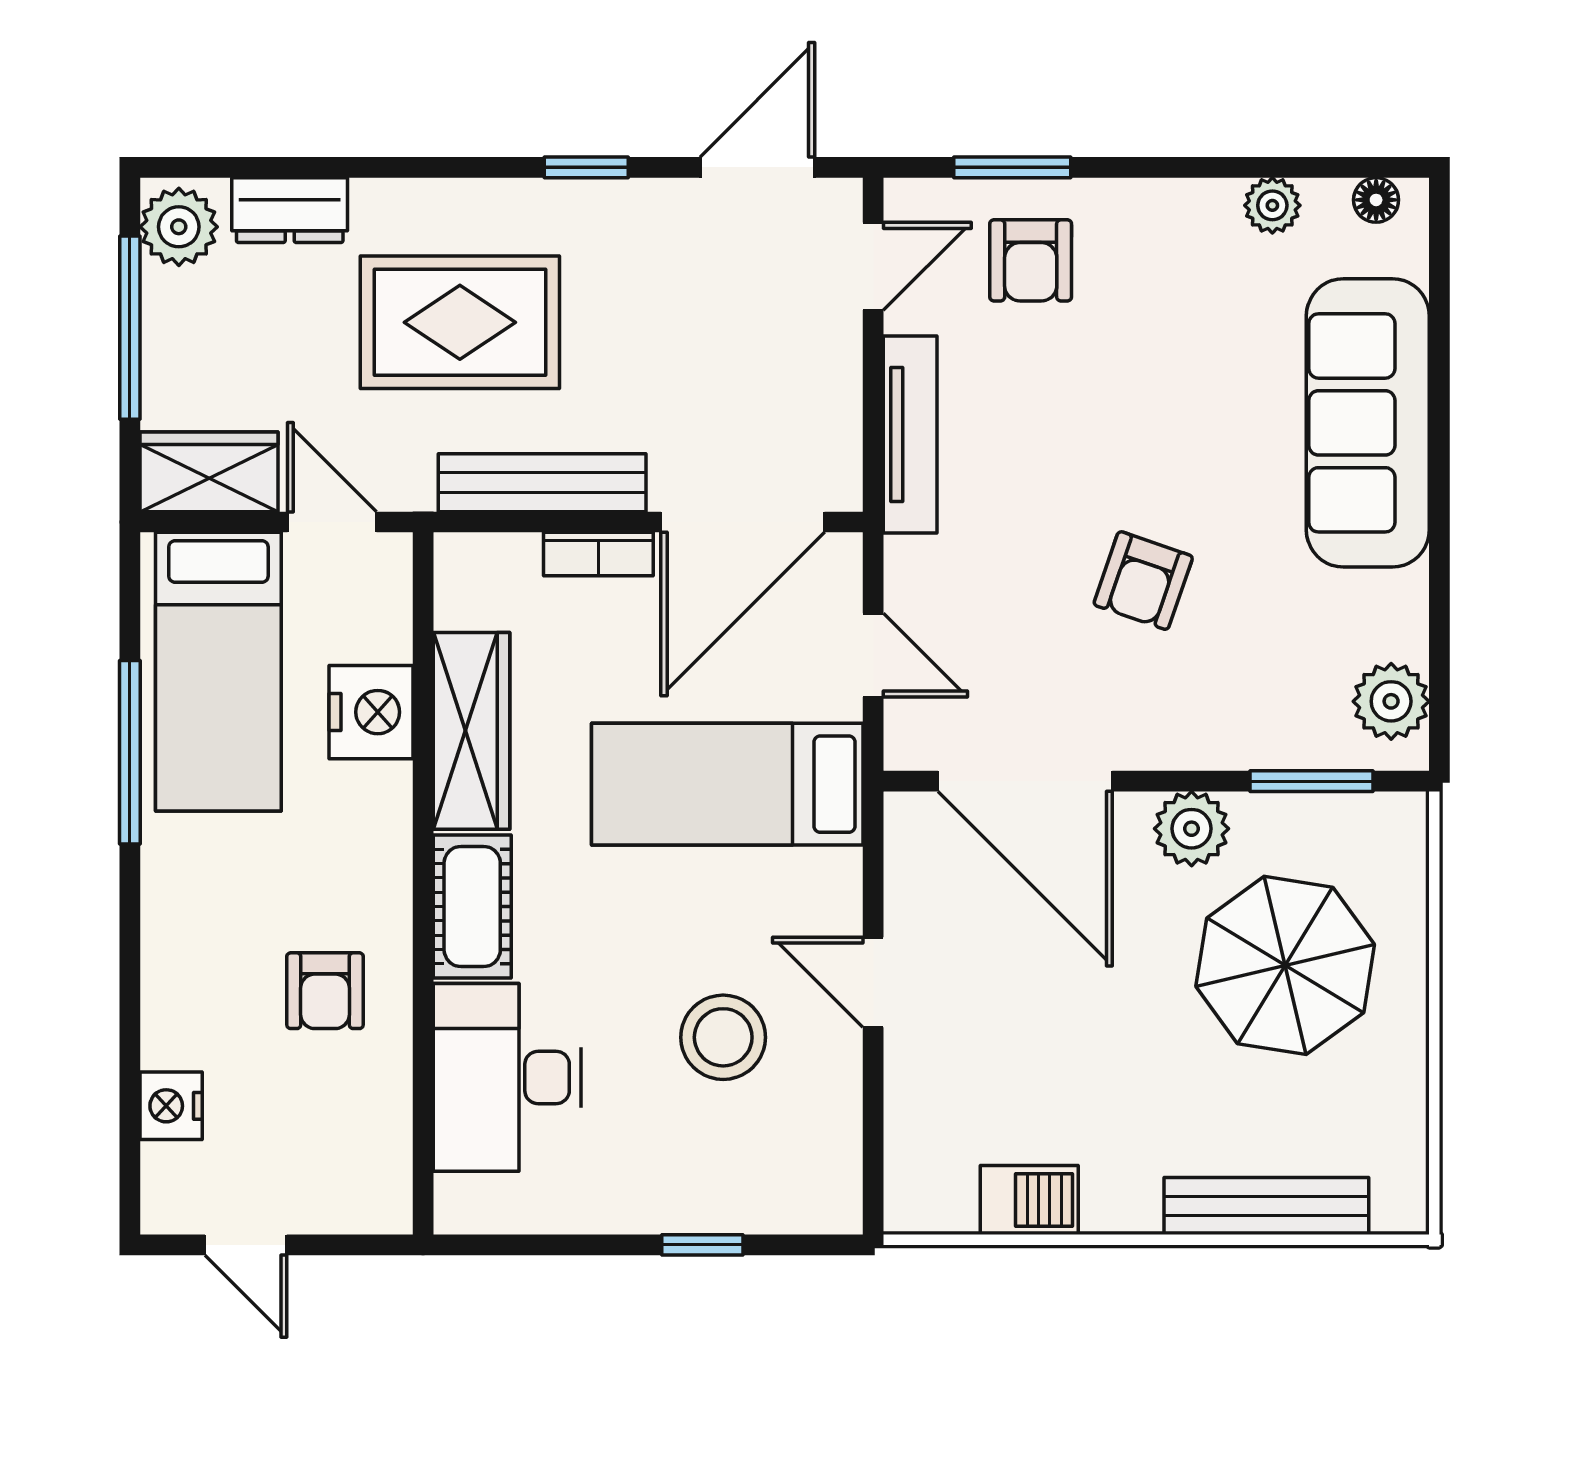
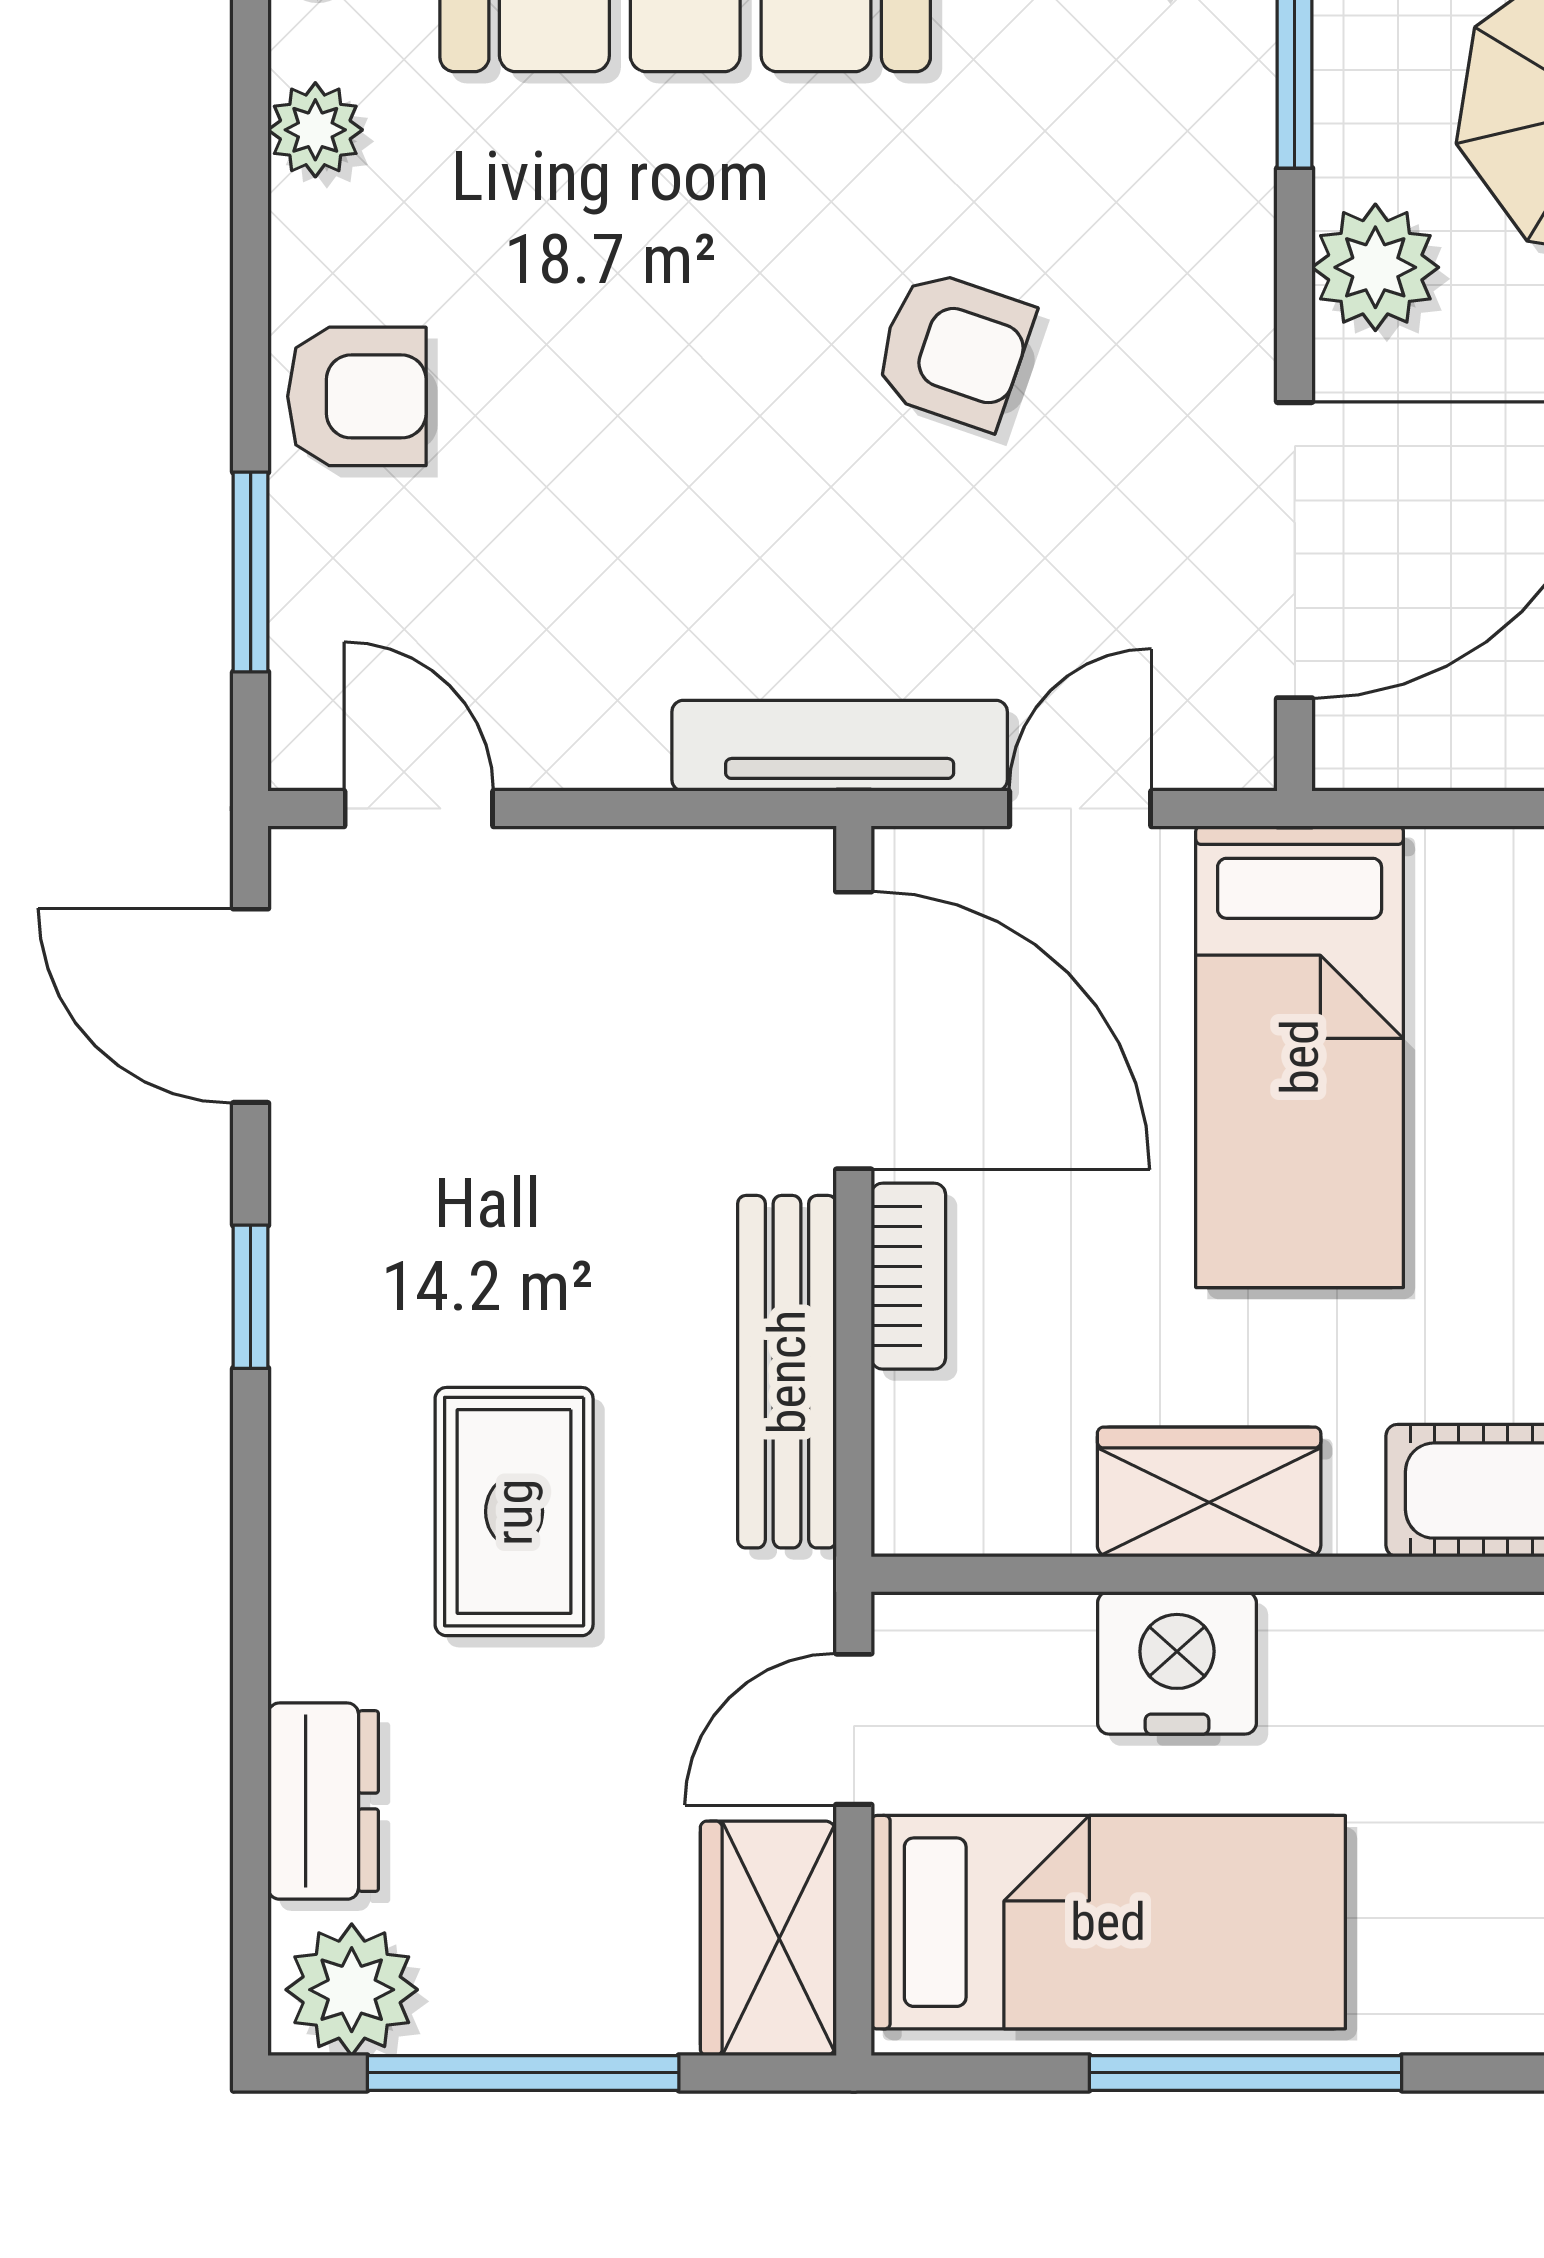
armchair: (1031, 260) -> (357, 396), moved
rug: (460, 322) -> (514, 1512), width x0.73, depth x0.70
tv unit: (910, 434) -> (840, 746), moved
wardrobe: (471, 731) -> (1209, 1492), width x0.67

